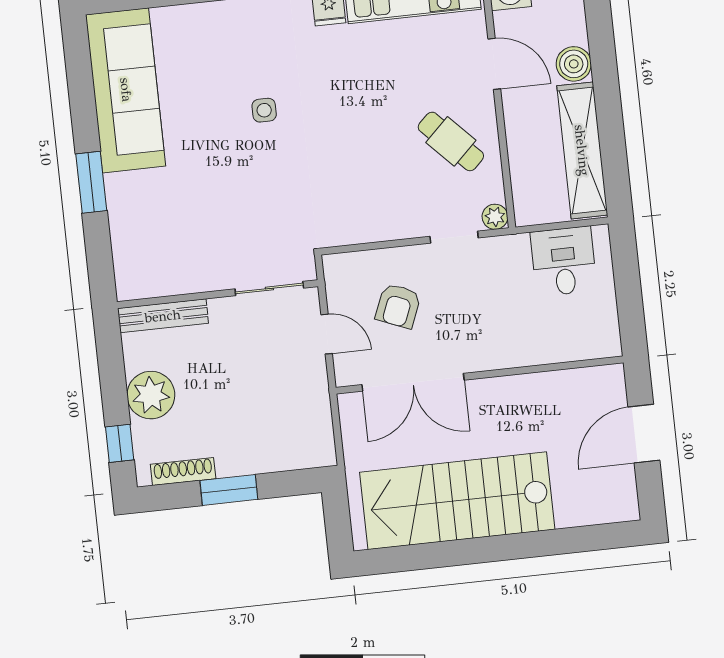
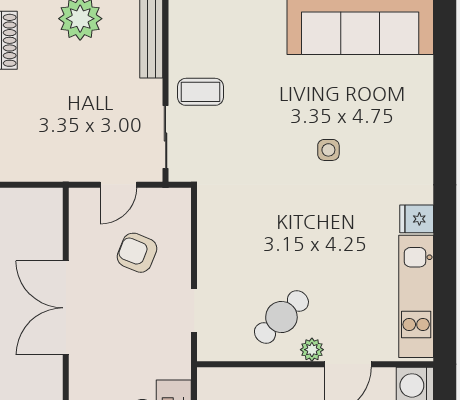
plant: (495, 217) -> (312, 350), moved
coffee table: (216, 256) -> (200, 92), added
double door: (413, 382) -> (66, 308), moved

